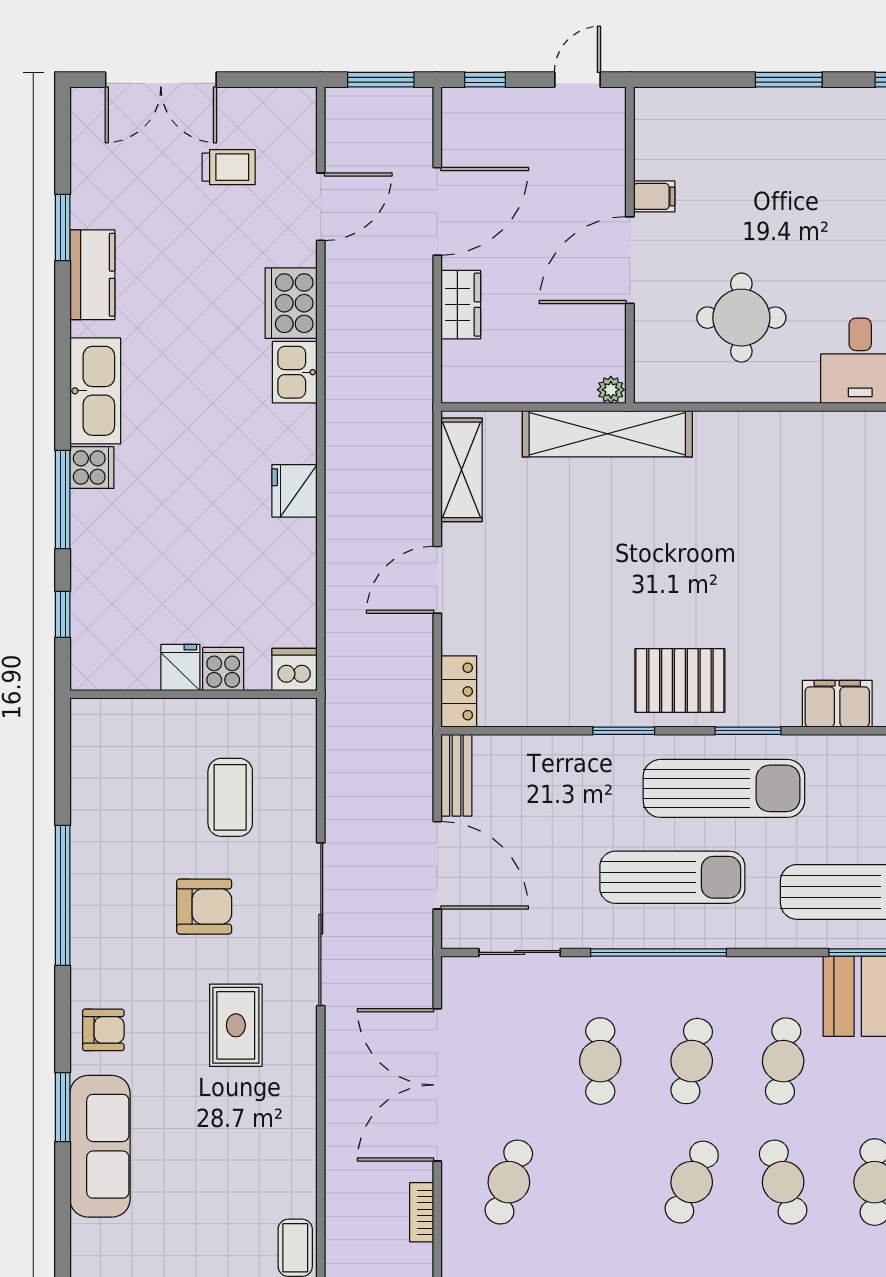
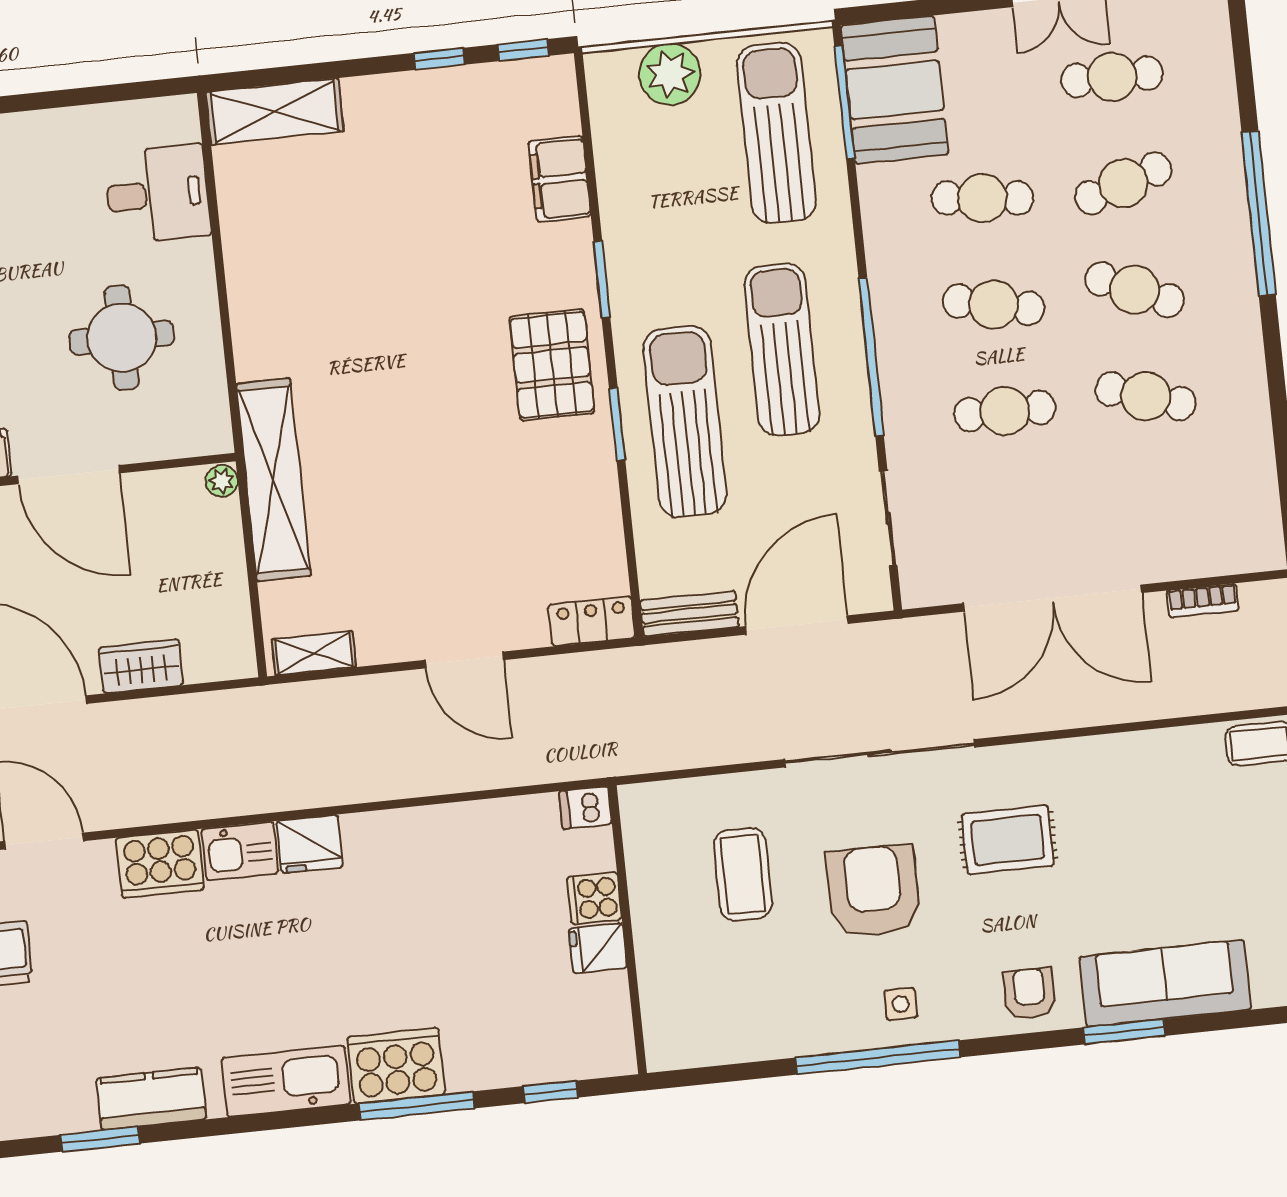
cooker: (92, 468) -> (396, 1066), width x1.87, depth x1.31
shelving: (462, 470) -> (314, 653), width x0.67, depth x0.75
fridge: (295, 491) -> (310, 844), moved
dishwasher: (295, 670) -> (585, 808), width x0.73
sun lounger: (724, 788) -> (685, 421), moved
coffee table: (230, 797) -> (743, 874), turned 90
armchair: (204, 907) -> (873, 891), width x1.36, depth x1.36
side table: (106, 920) -> (901, 1004), added
cafe table: (509, 1182) -> (1146, 396), moved

